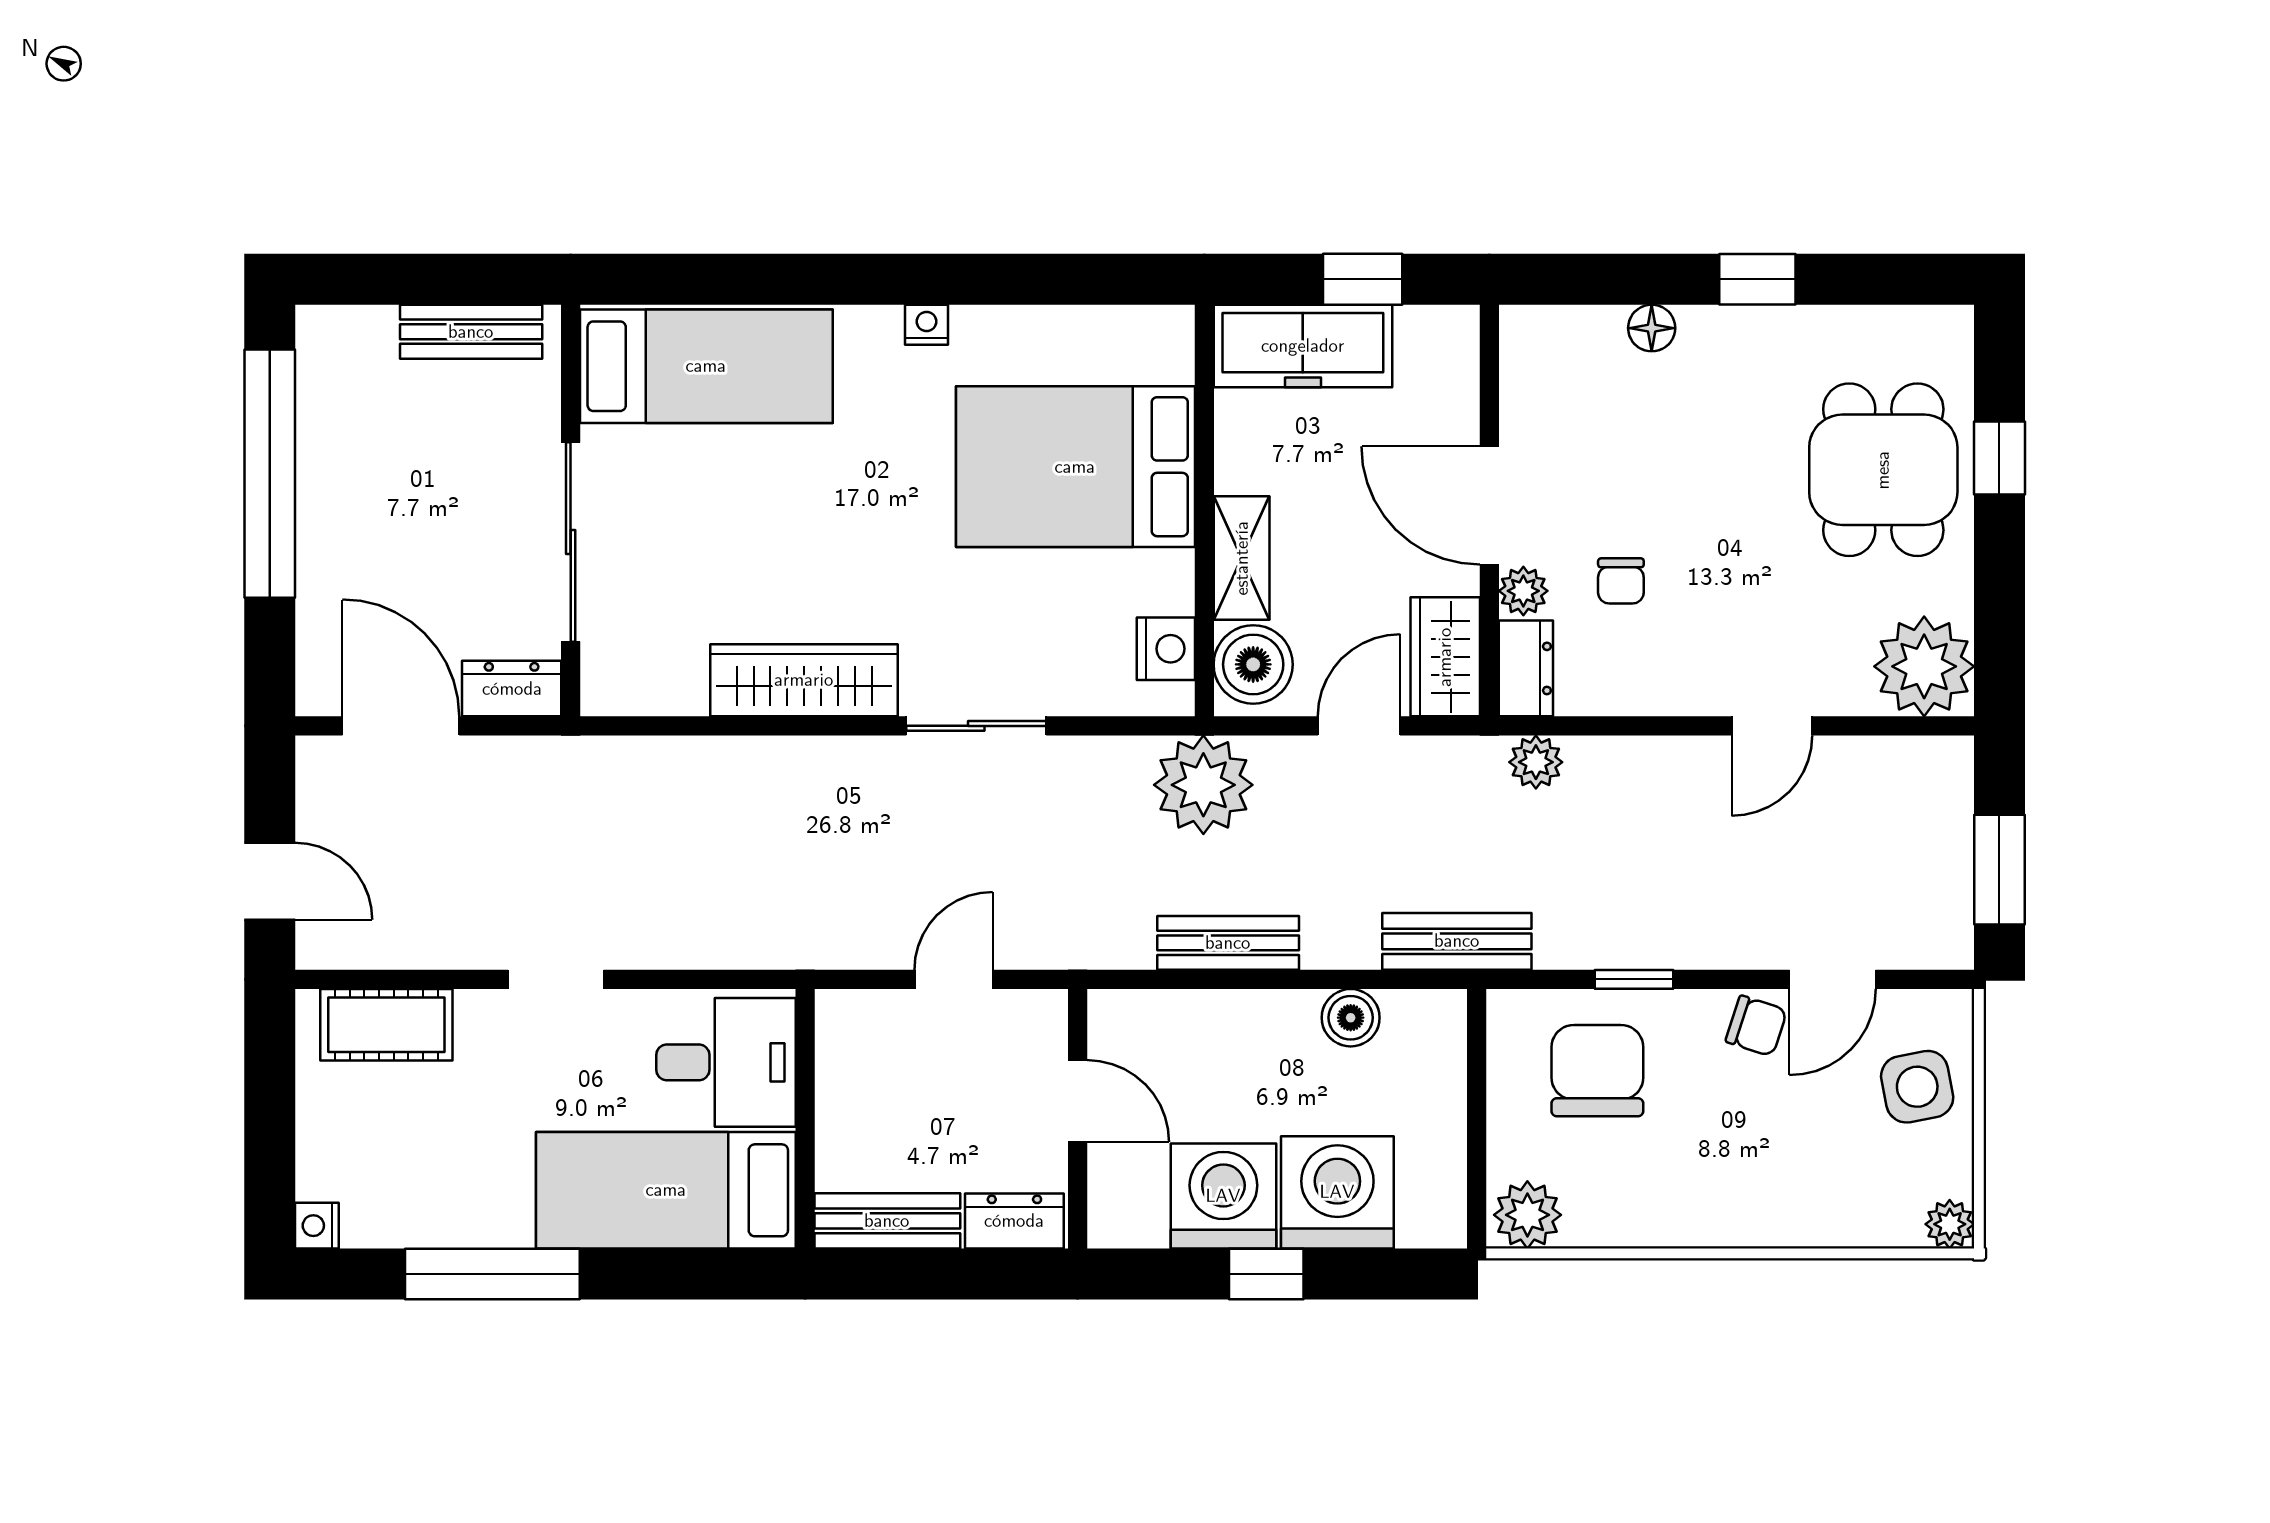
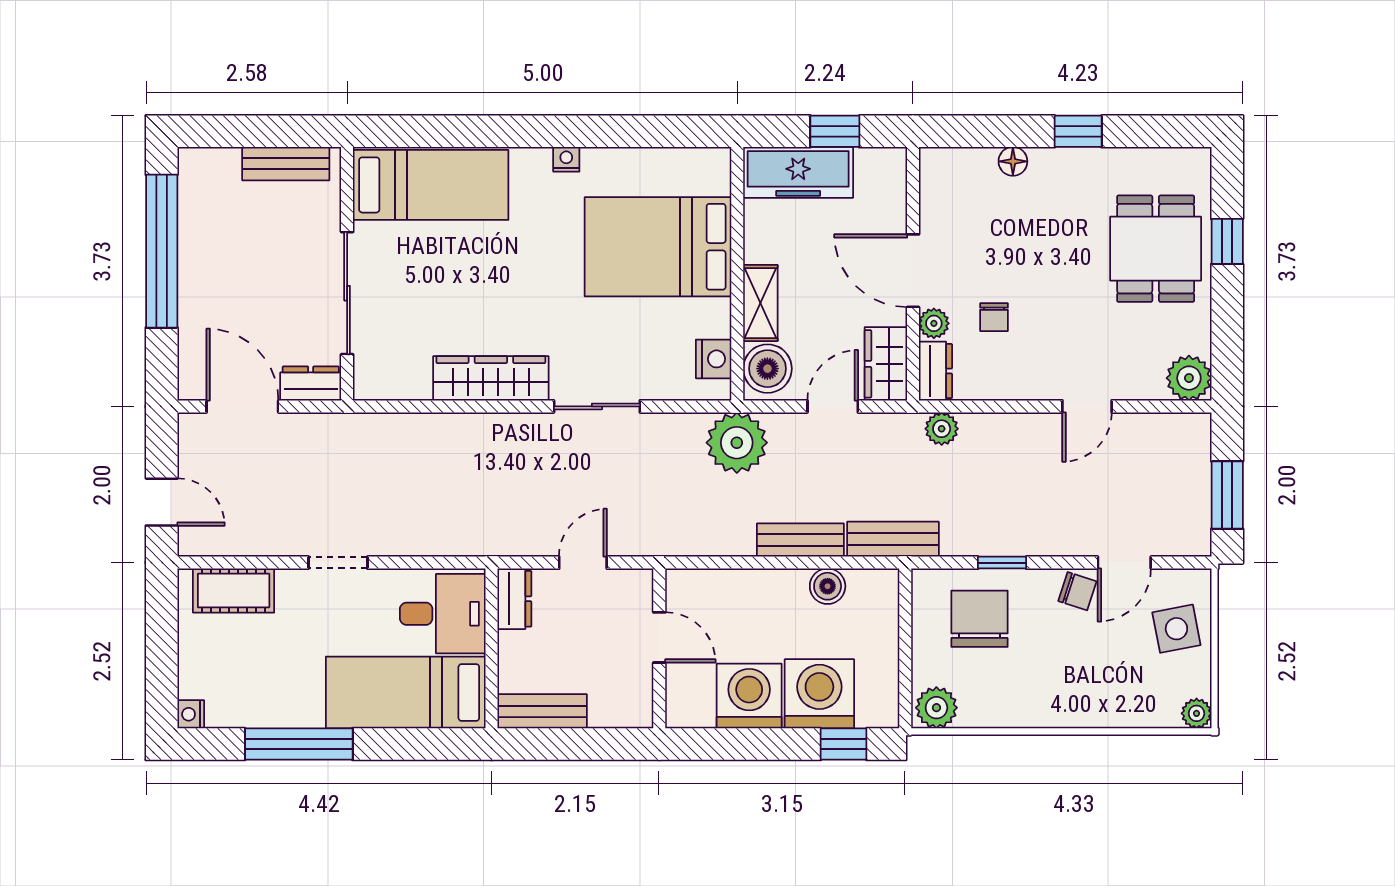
plant: (1924, 666) -> (1189, 378), width x0.73, depth x0.73
bench: (1228, 943) -> (800, 540), moved
dresser: (1014, 1221) -> (514, 599), moved, turned 90
window: (1266, 1274) -> (844, 744), moved

